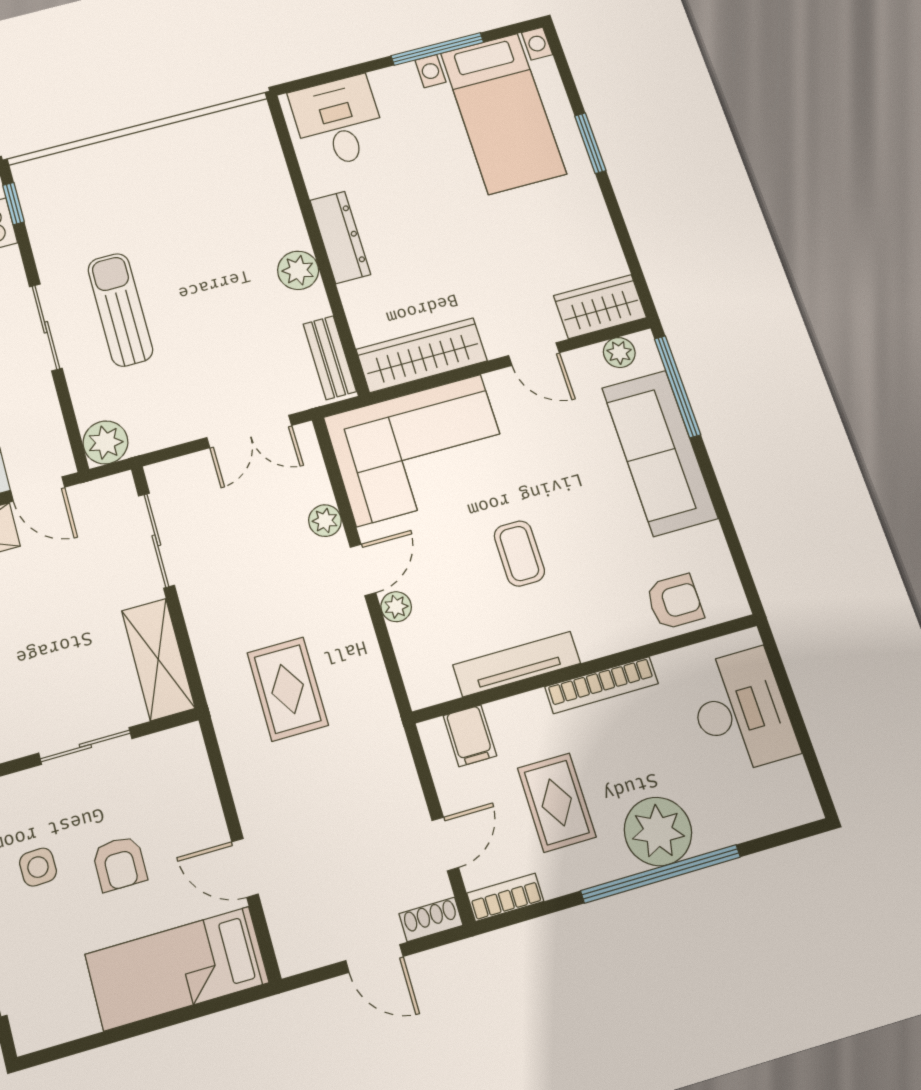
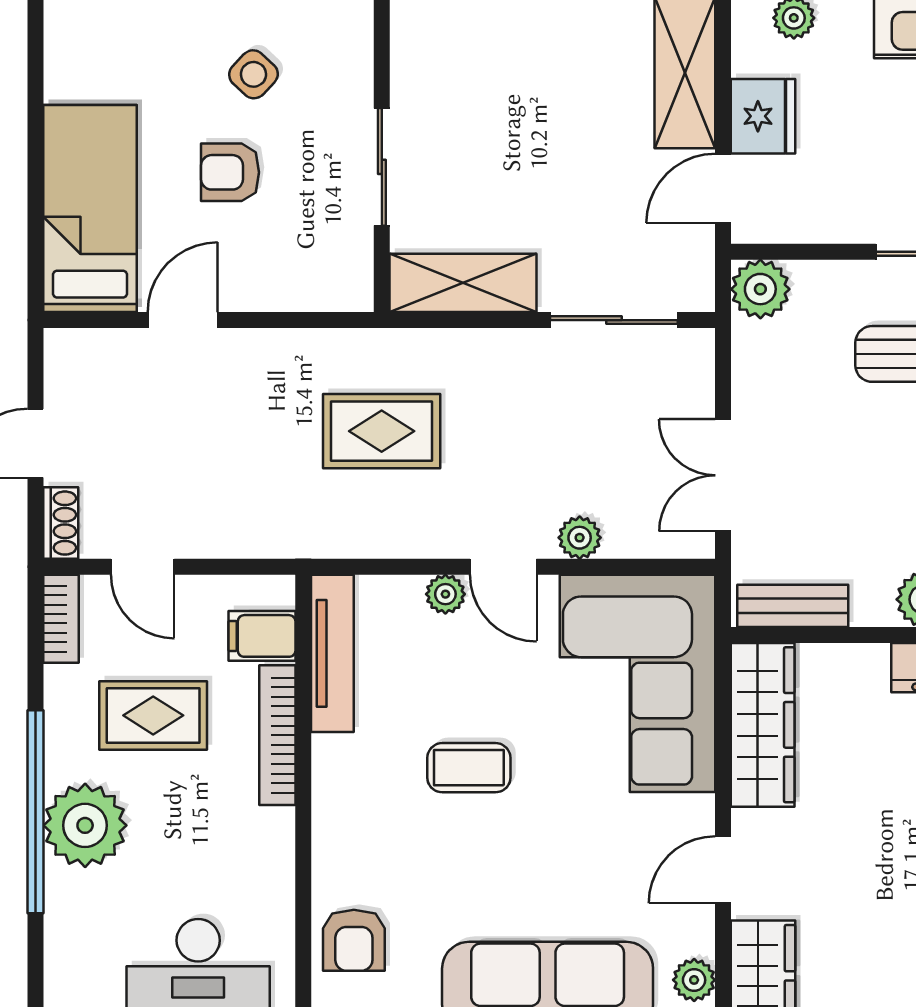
tv unit: (517, 664) -> (332, 653), moved
bookcase: (602, 685) -> (277, 735), moved
side table: (38, 867) -> (253, 74), turned 45

